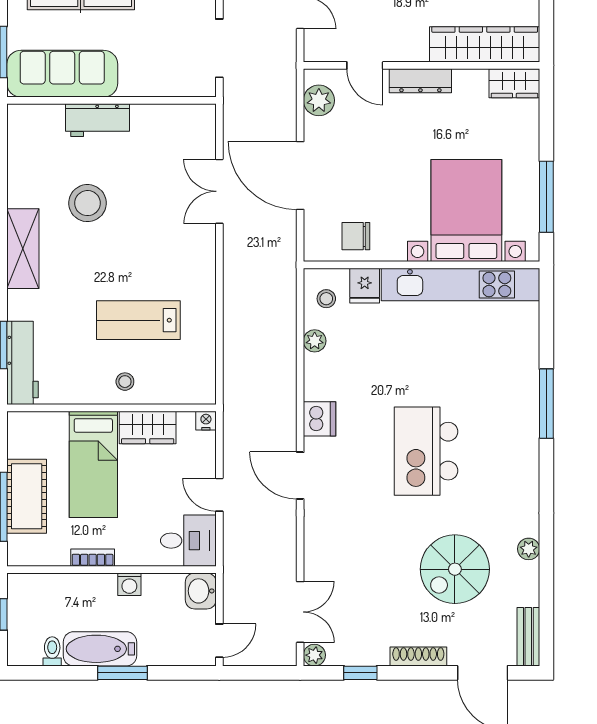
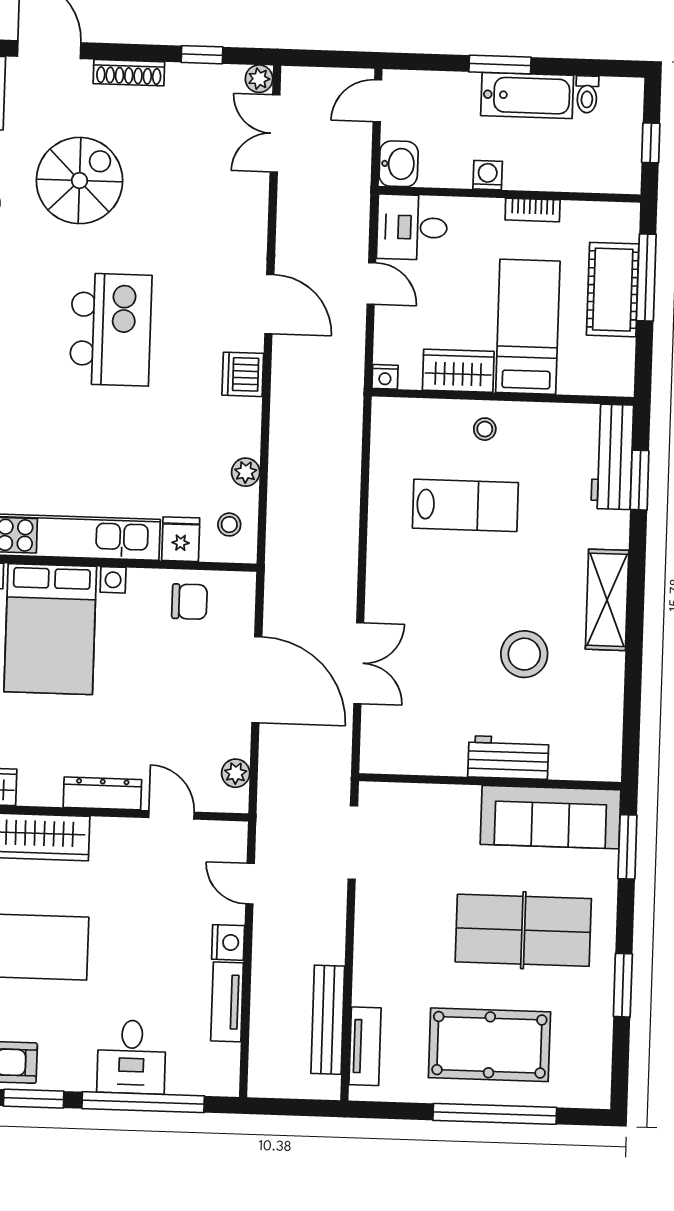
plant: (319, 100) -> (236, 773), width x0.73, depth x0.73

